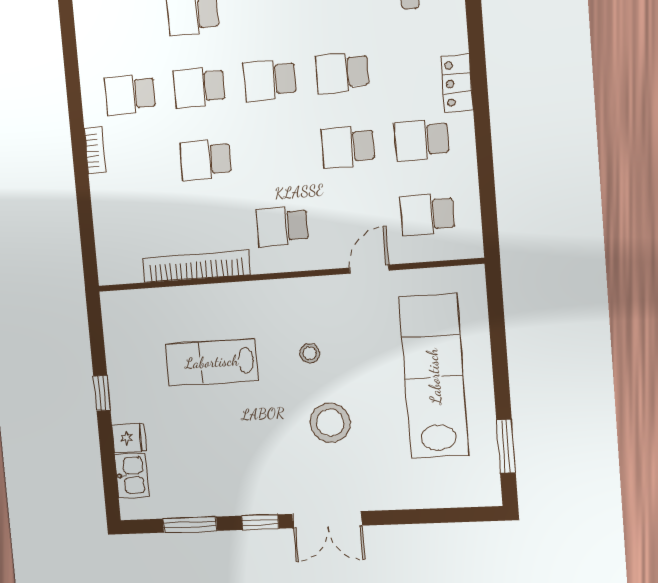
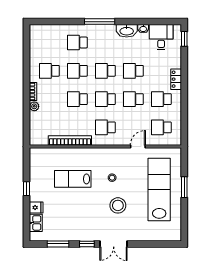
school desk: (276, 153) -> (105, 99), added
plant: (101, 187) -> (34, 106), added
window: (506, 446) -> (184, 187), moved

